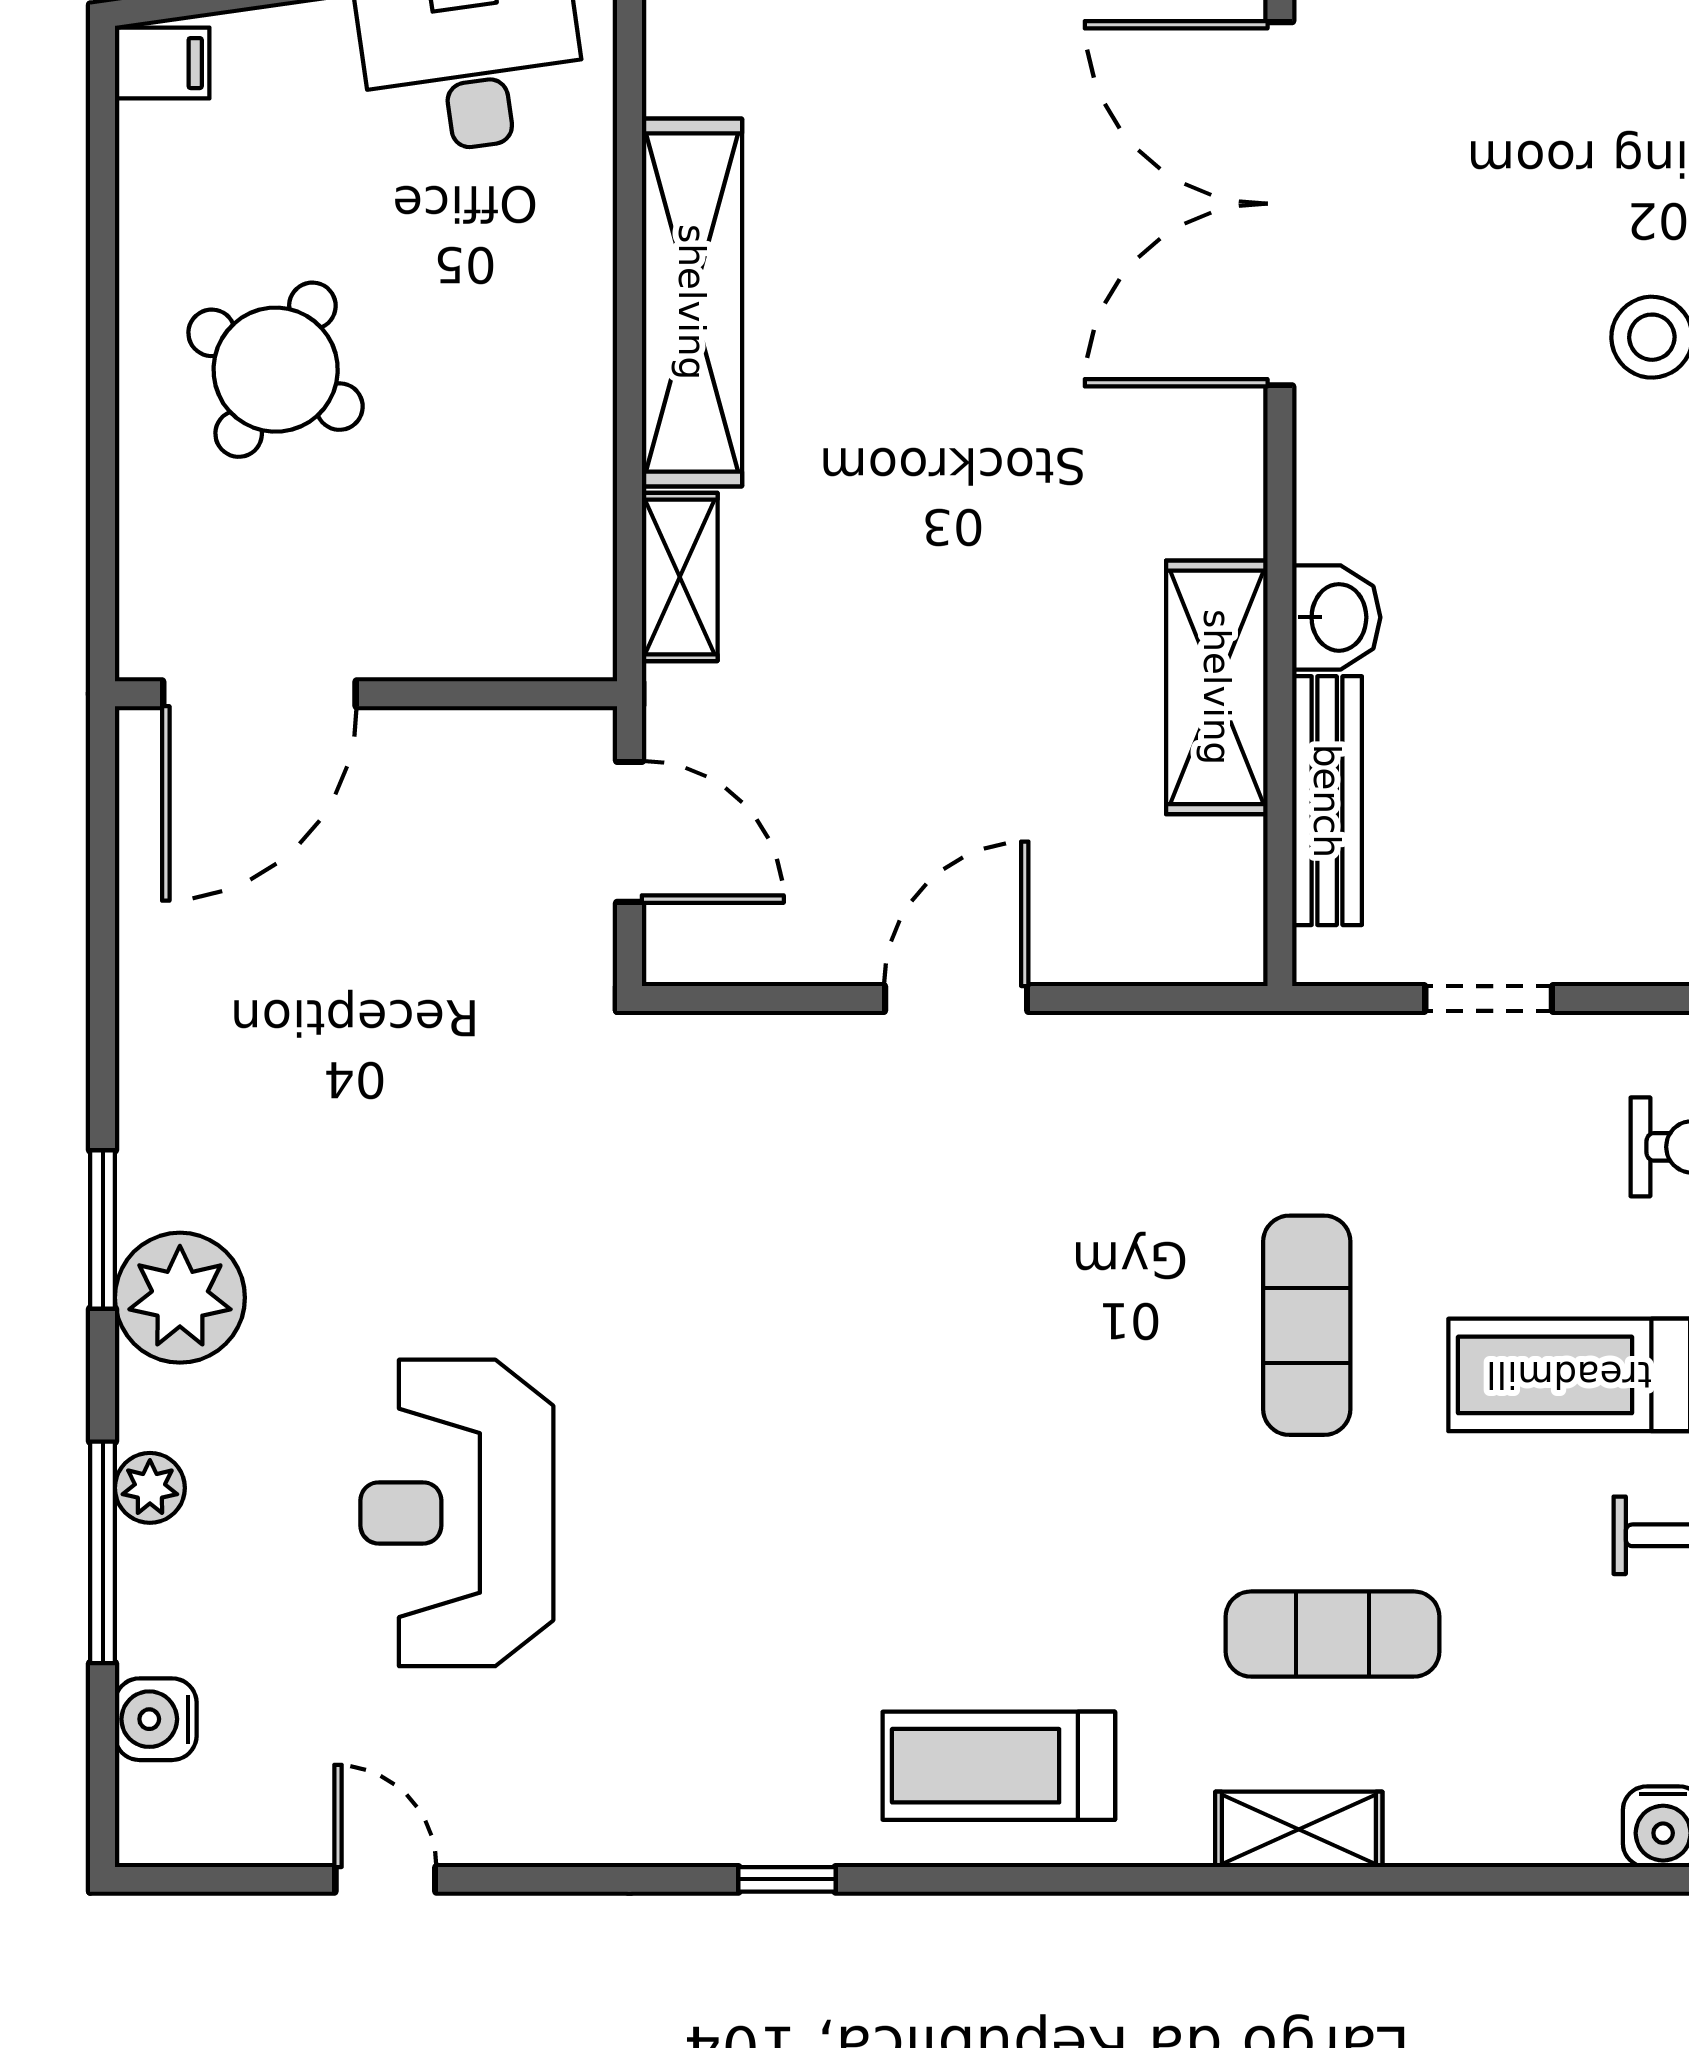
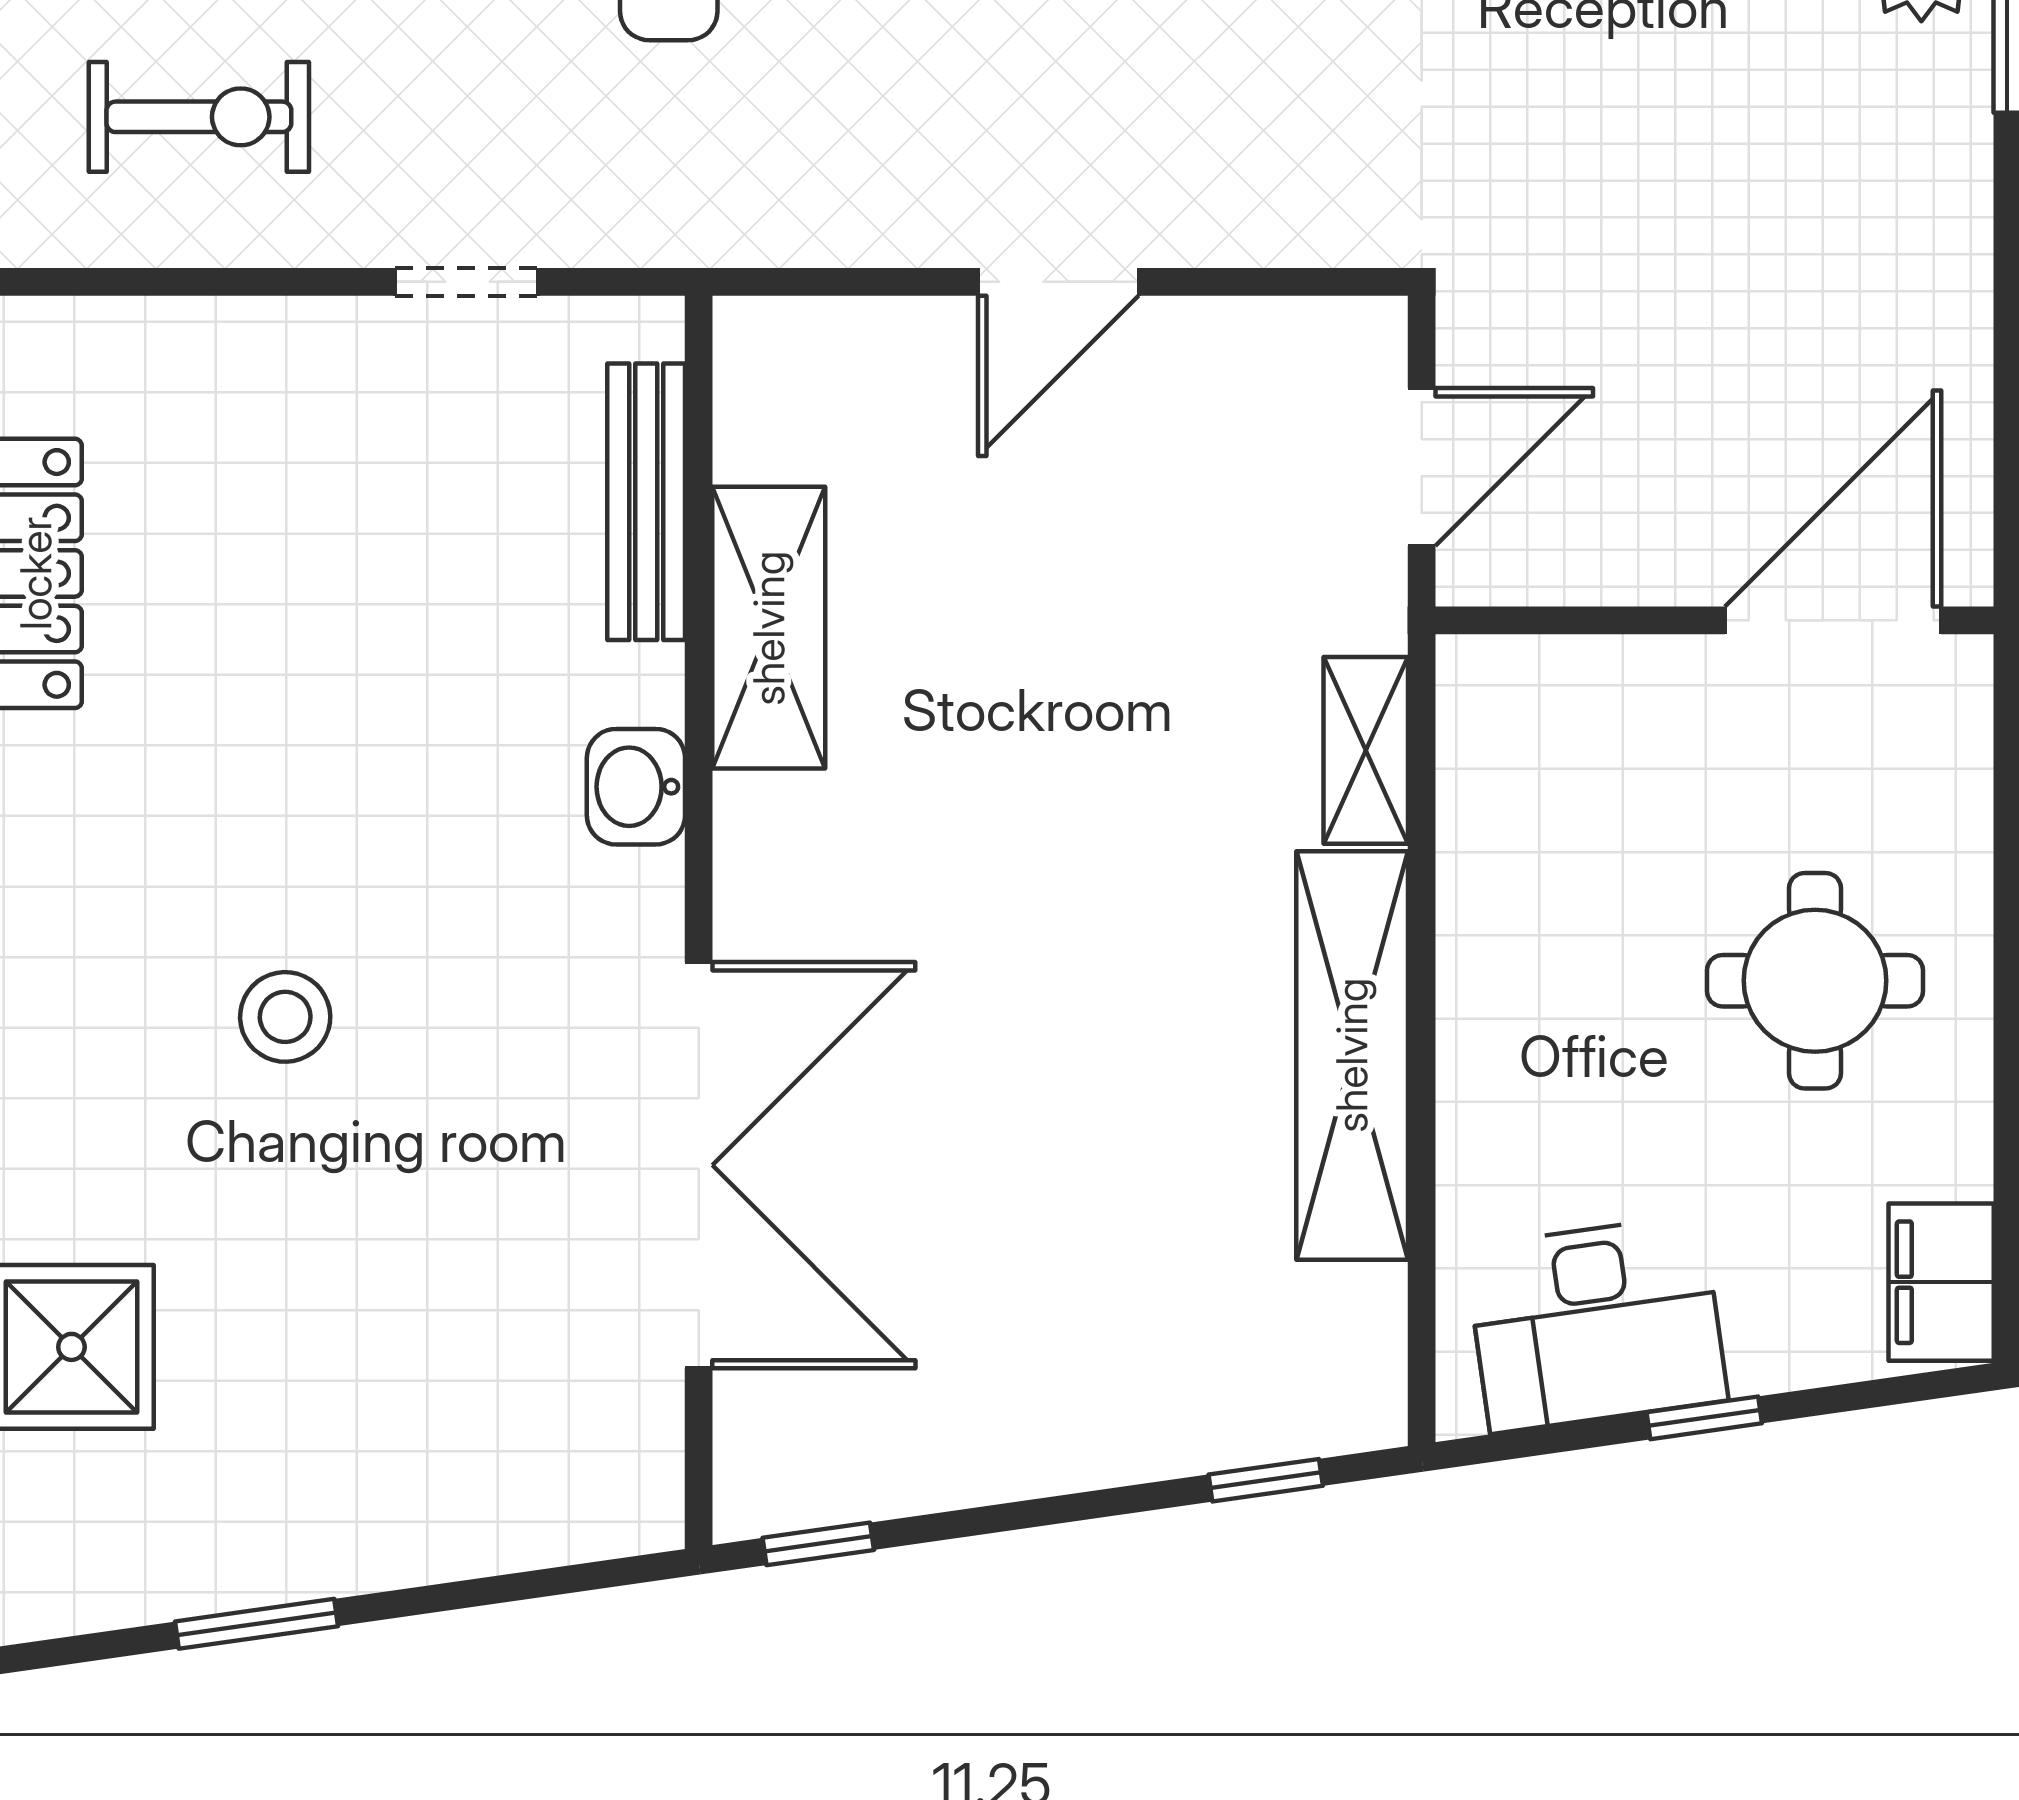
filing cabinet: (162, 63) -> (1941, 1282), width x2.00
round table: (276, 370) -> (1815, 981), turned -30
washbasin: (1336, 617) -> (636, 787), moved
door: (629, 832) -> (1422, 467), swing flipped

